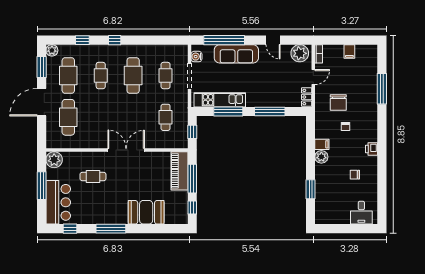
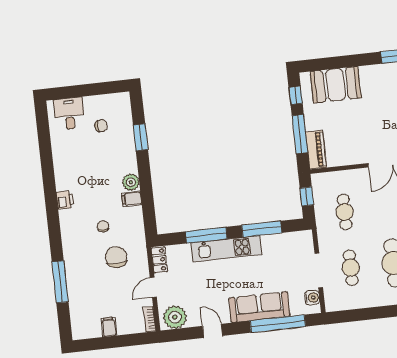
kitchen unit: (220, 100) -> (226, 249), moved
piano: (179, 171) -> (316, 150), width x0.73, depth x0.75
chair: (355, 175) -> (101, 126), moved
booth: (146, 212) -> (336, 85), moved

